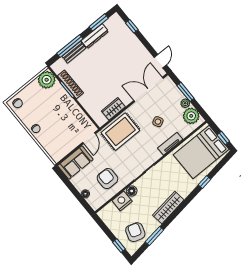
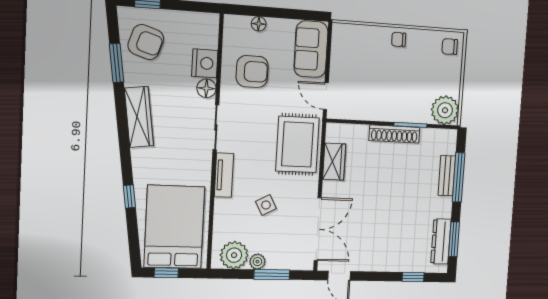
dresser: (95, 36) -> (441, 241), moved
shoe rack: (70, 84) -> (394, 134), moved
tv unit: (170, 144) -> (224, 175), moved

